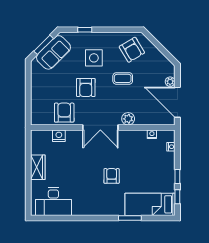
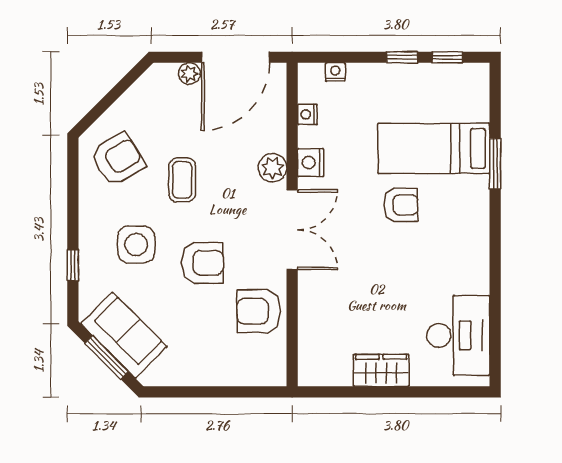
nightstand: (59, 136) -> (311, 163), moved
armchair: (112, 176) -> (401, 205), turned 180
bed: (150, 204) -> (434, 148), moved, turned 90

